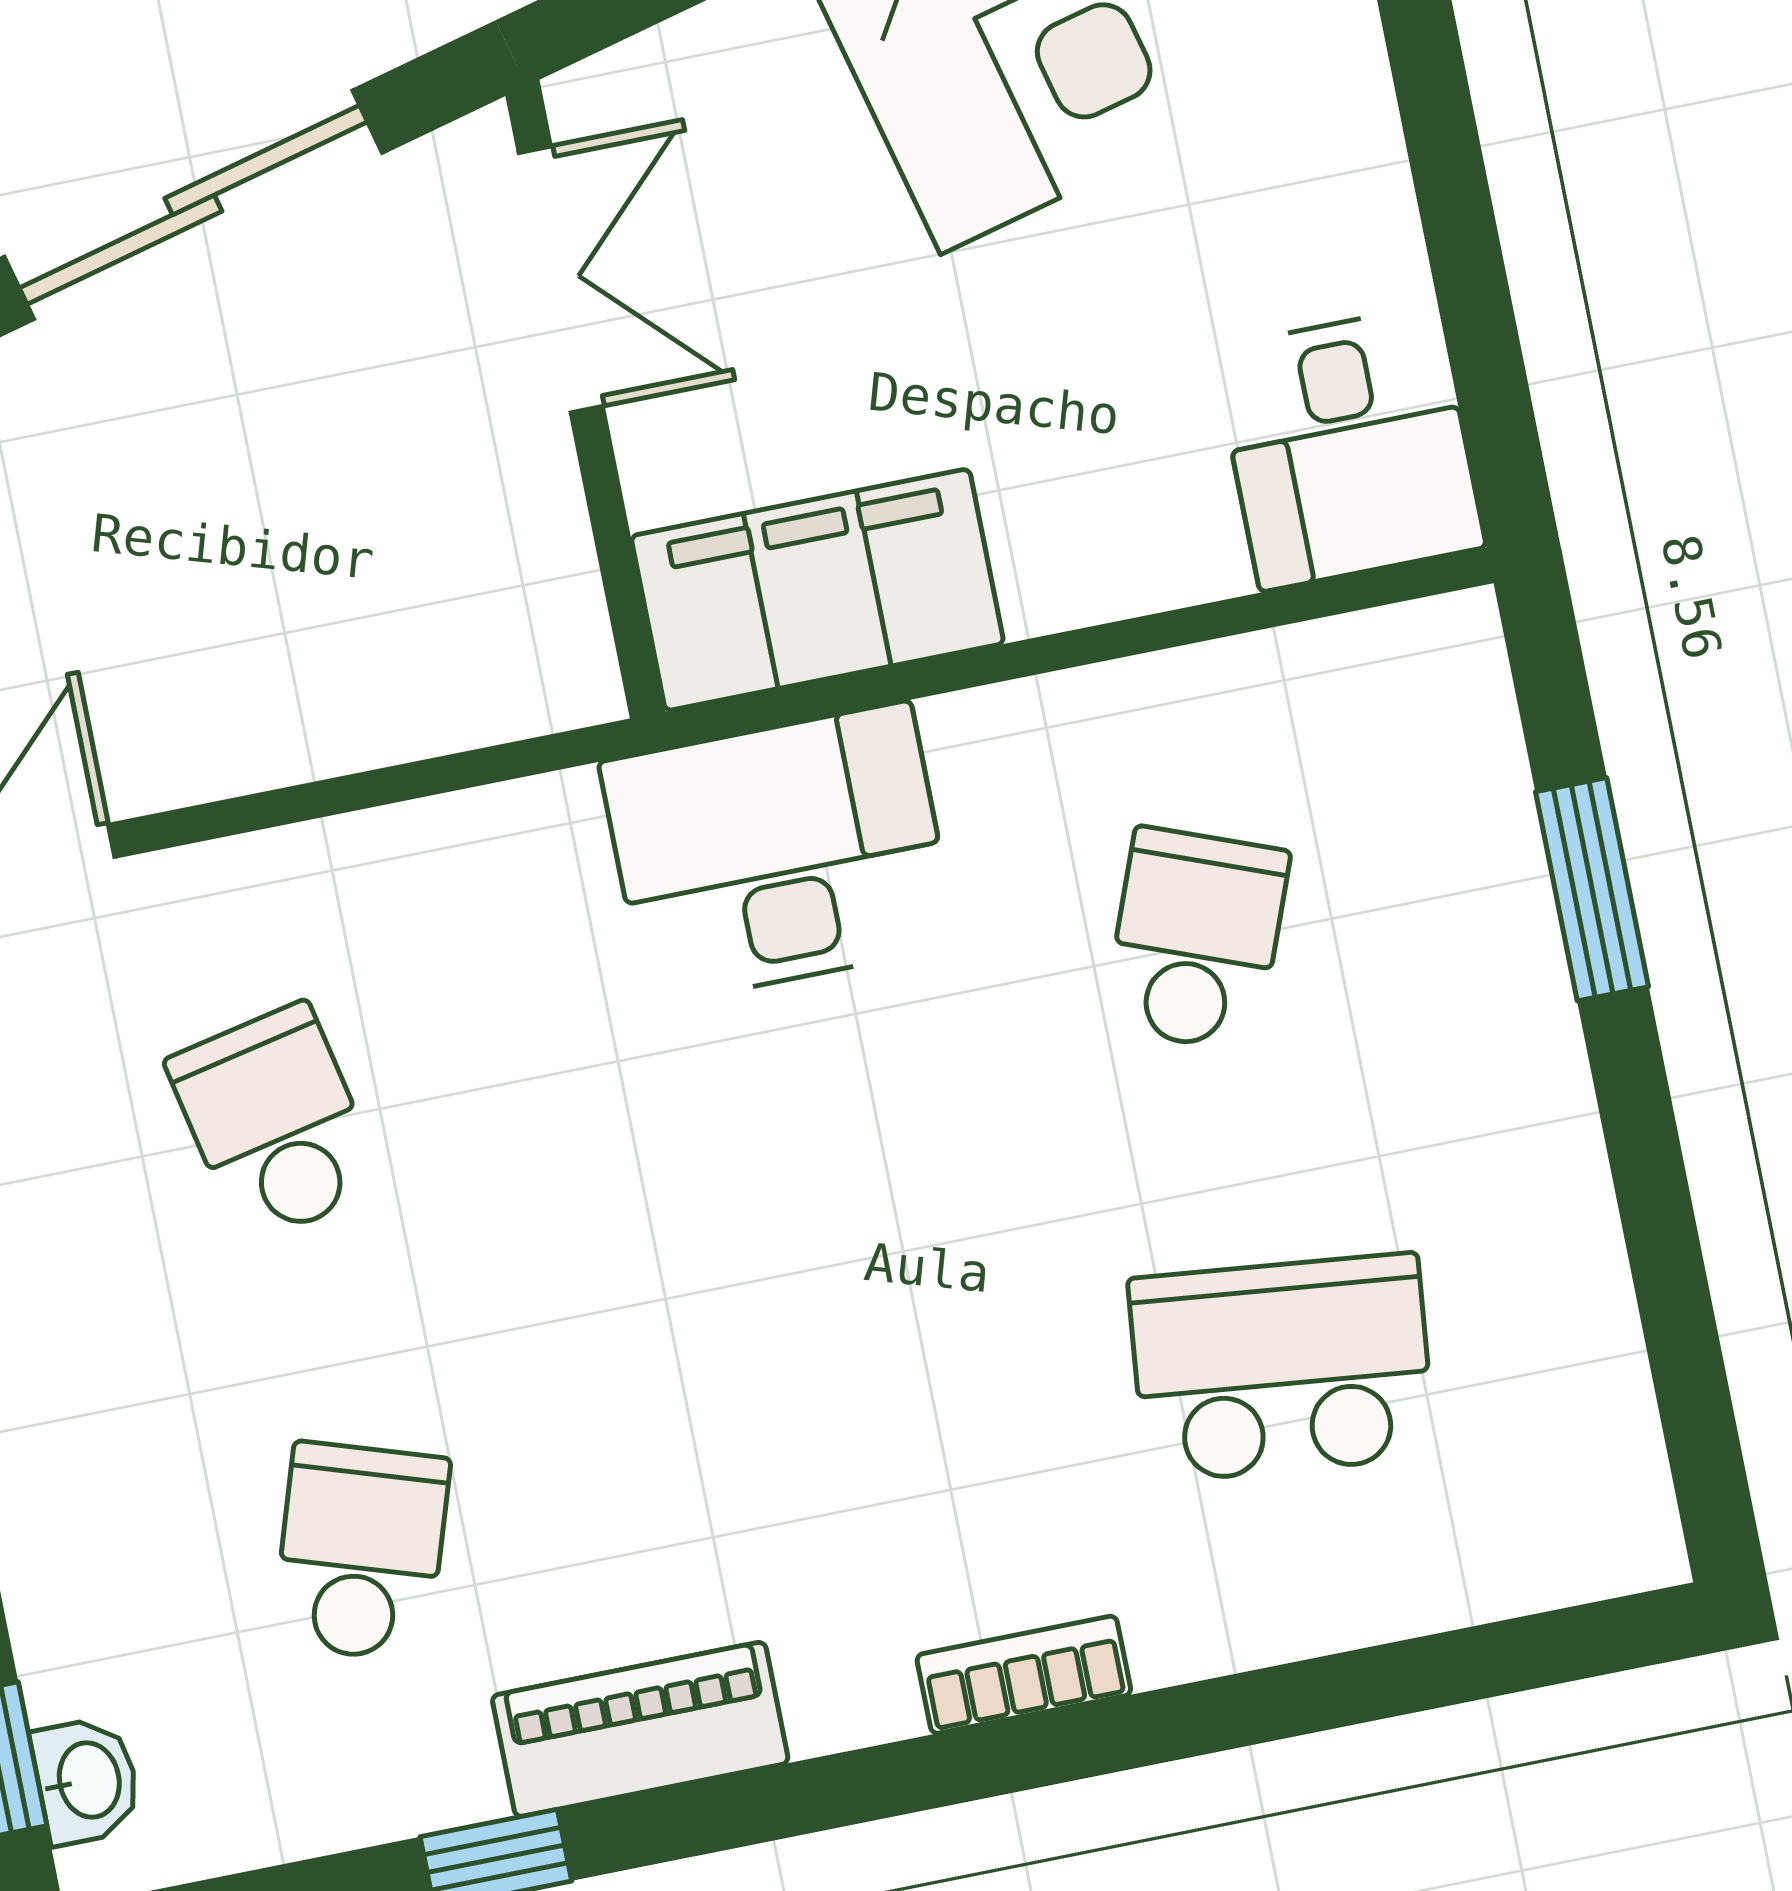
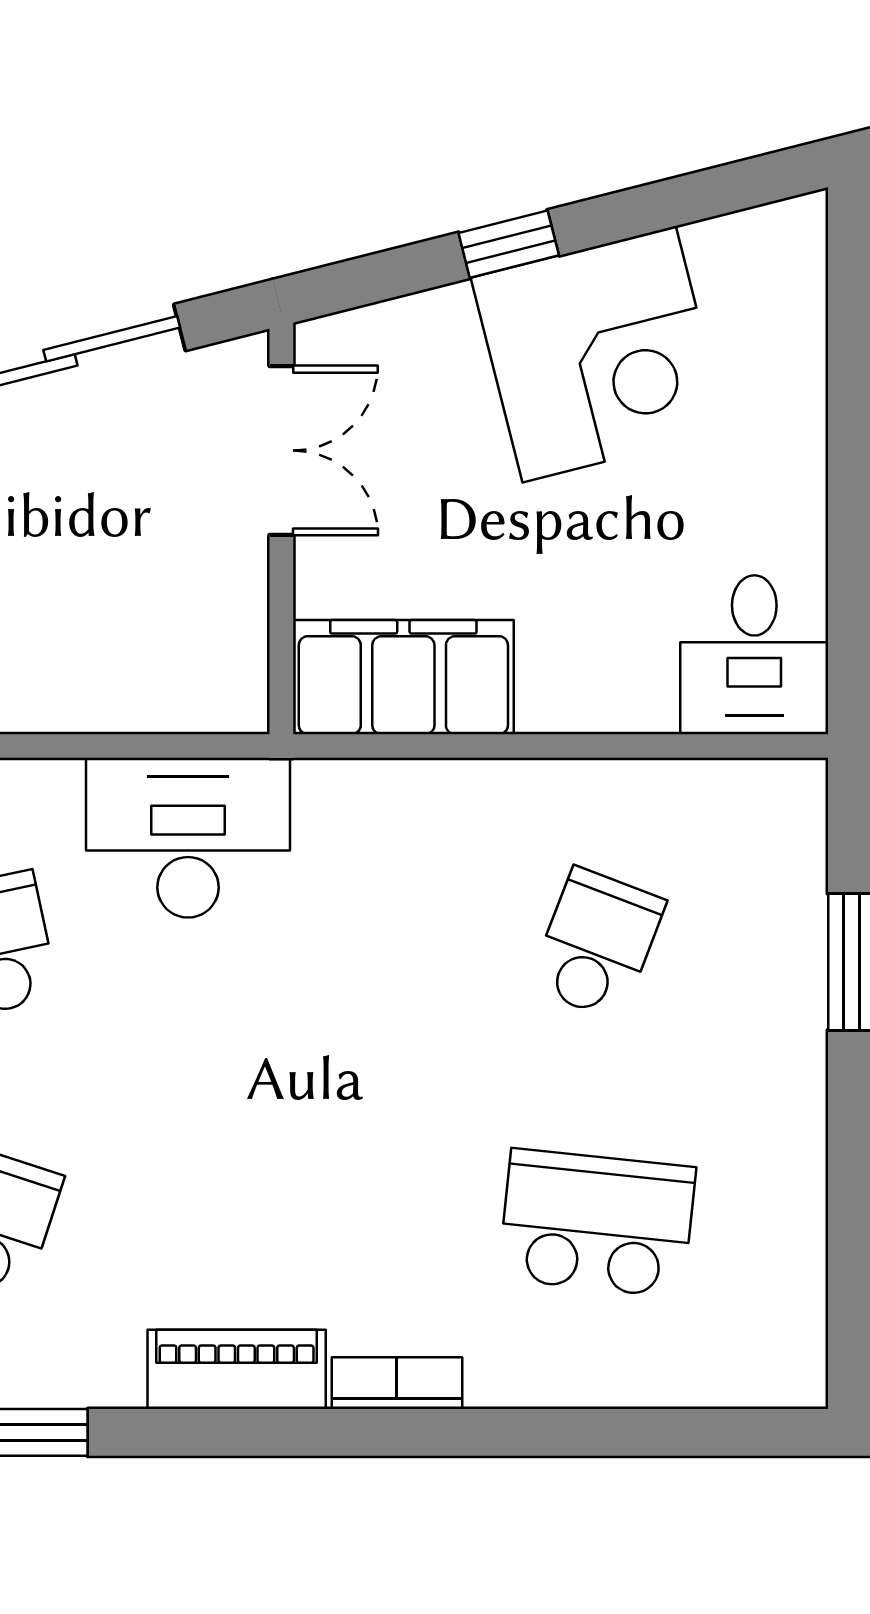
desk: (779, 854) -> (188, 838), moved
piano: (640, 1729) -> (237, 1369), moved

